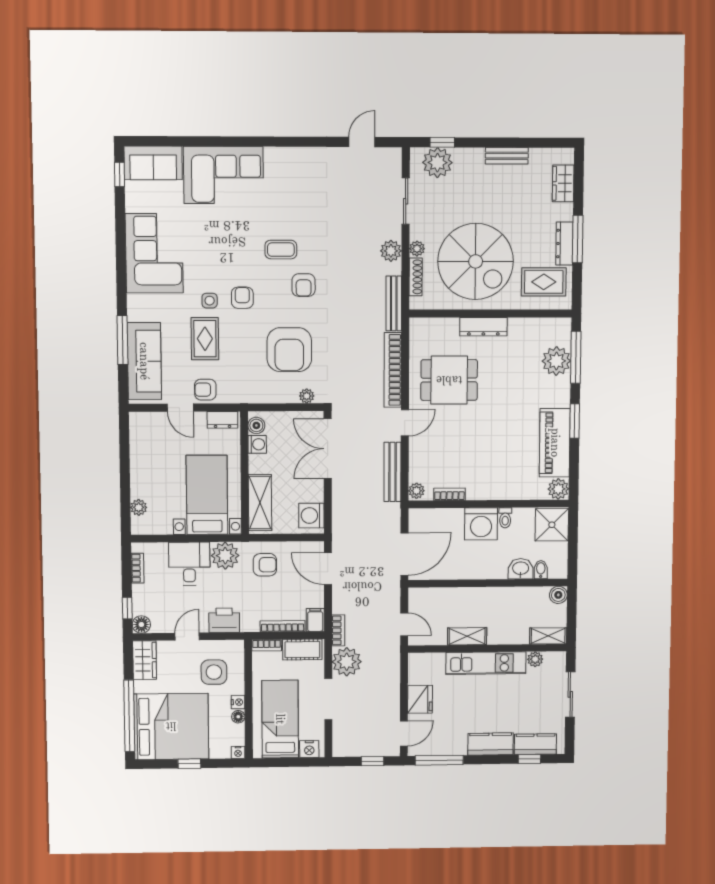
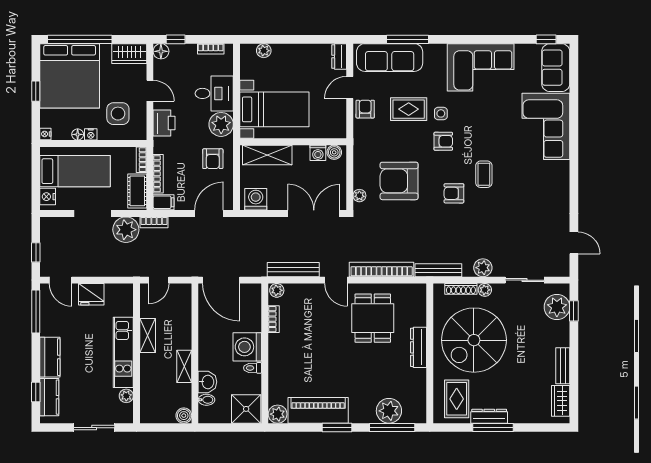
wardrobe: (563, 183) -> (561, 401), moved, turned -90
dresser: (222, 420) -> (339, 56), moved
shelving: (548, 636) -> (184, 366), moved

